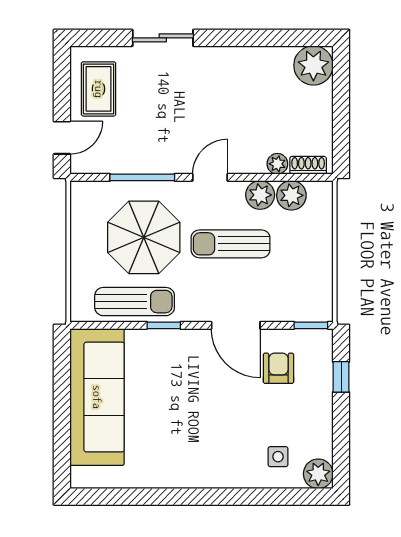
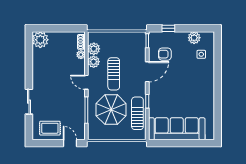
plant: (318, 474) -> (194, 38), moved

